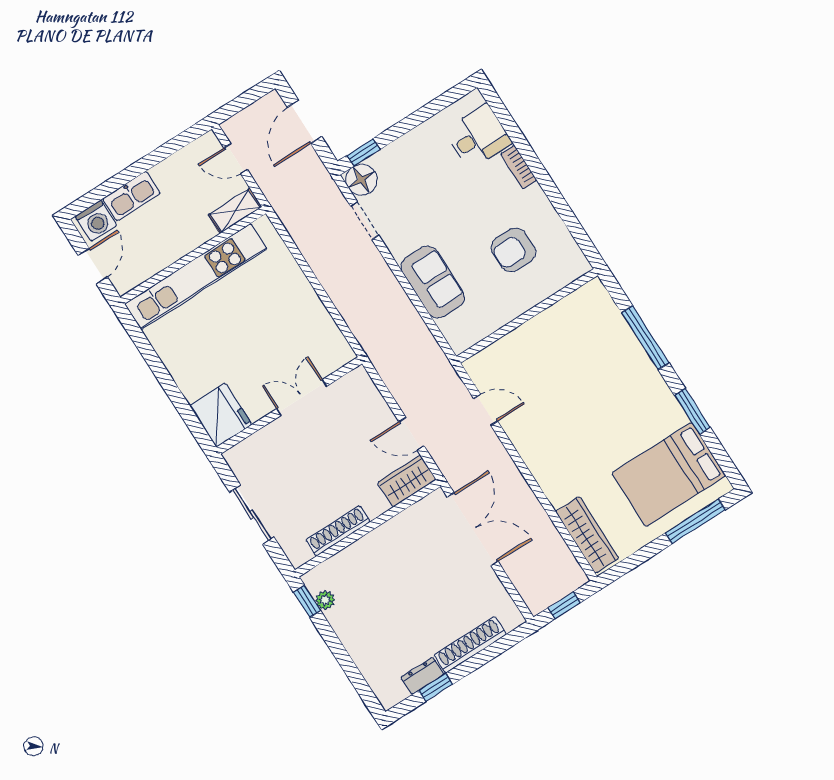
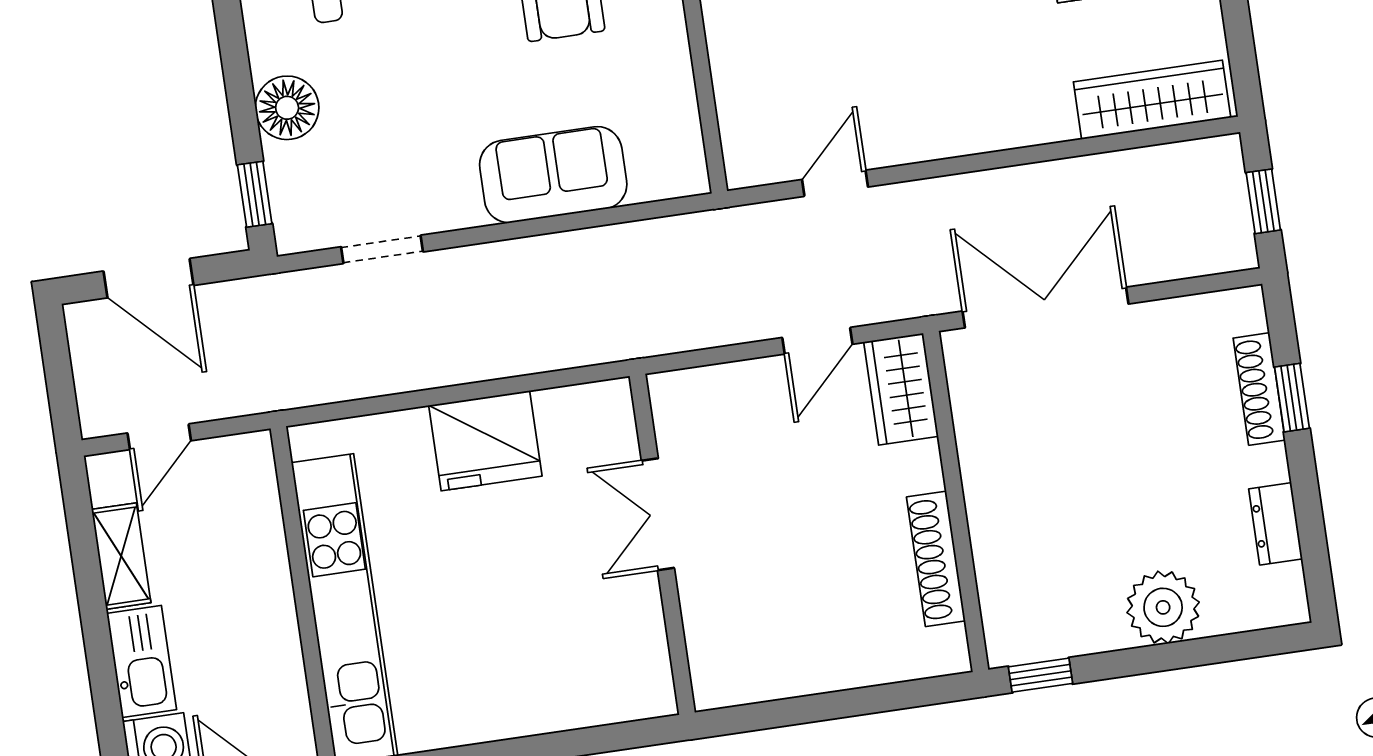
floor lamp: (361, 180) -> (287, 108), moved
shelving: (235, 211) -> (121, 556), moved
fridge: (221, 415) -> (485, 441), moved, turned 180
sliding door: (252, 515) -> (833, 705), removed
plant: (325, 600) -> (1163, 607), moved, width x1.88, depth x1.88
shoe rack: (470, 645) -> (1259, 389), width x0.74, depth x0.81
window: (436, 687) -> (1292, 398), moved

